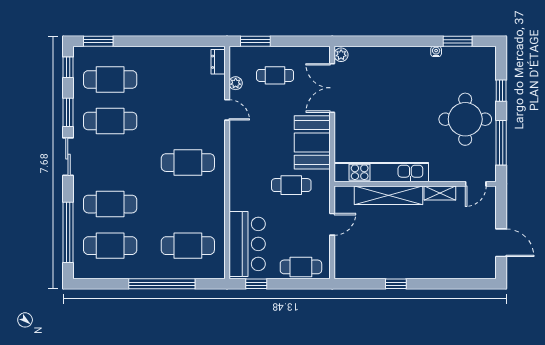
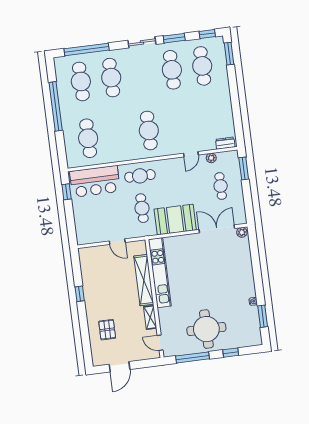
pallet: (449, 253) -> (107, 330), added
cafe table: (301, 267) -> (140, 176), moved, turned 90
window: (162, 284) -> (56, 106), moved

